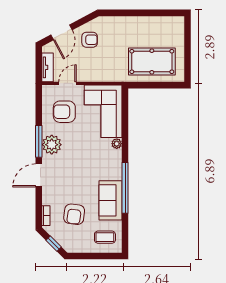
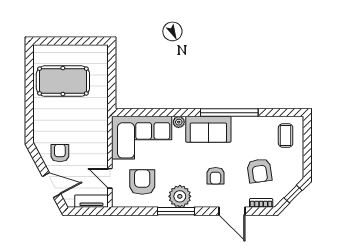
pool table: (152, 61) -> (63, 81), moved, turned 90
armchair: (64, 112) -> (142, 182), turned 180
door: (39, 175) -> (232, 211), moved
armchair: (70, 176) -> (216, 176), added
sofa: (110, 200) -> (208, 129), moved
armchair: (74, 214) -> (259, 171), turned 75

